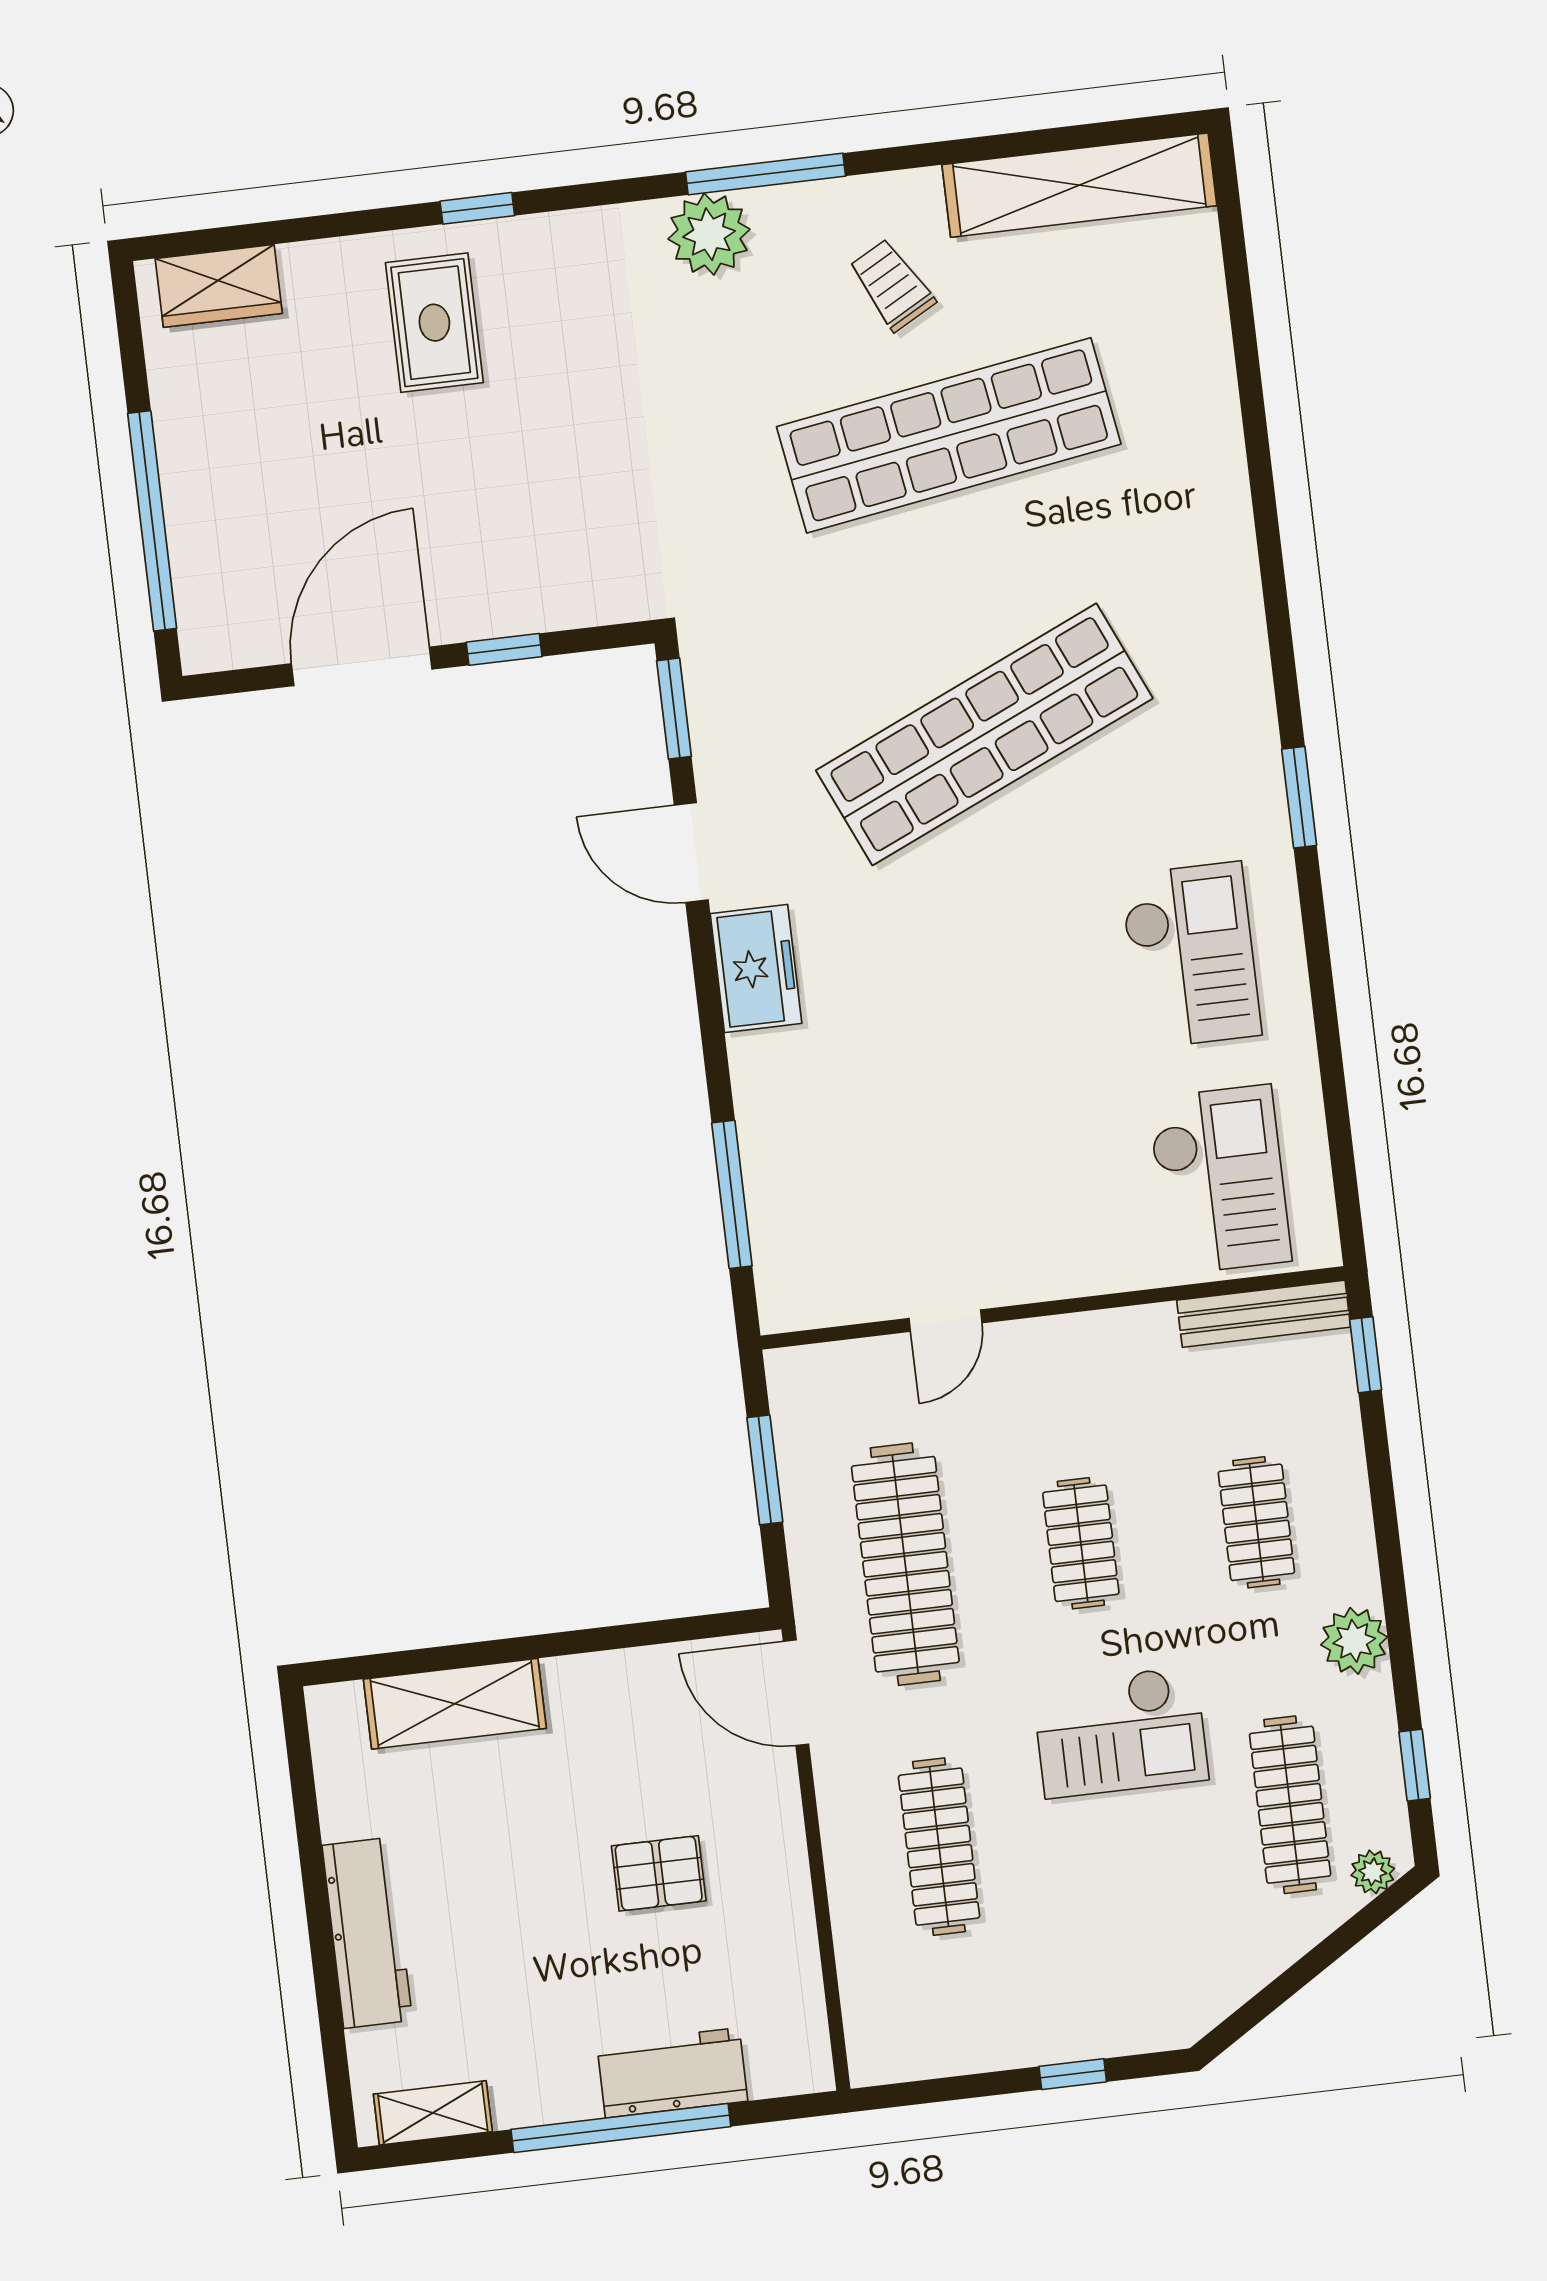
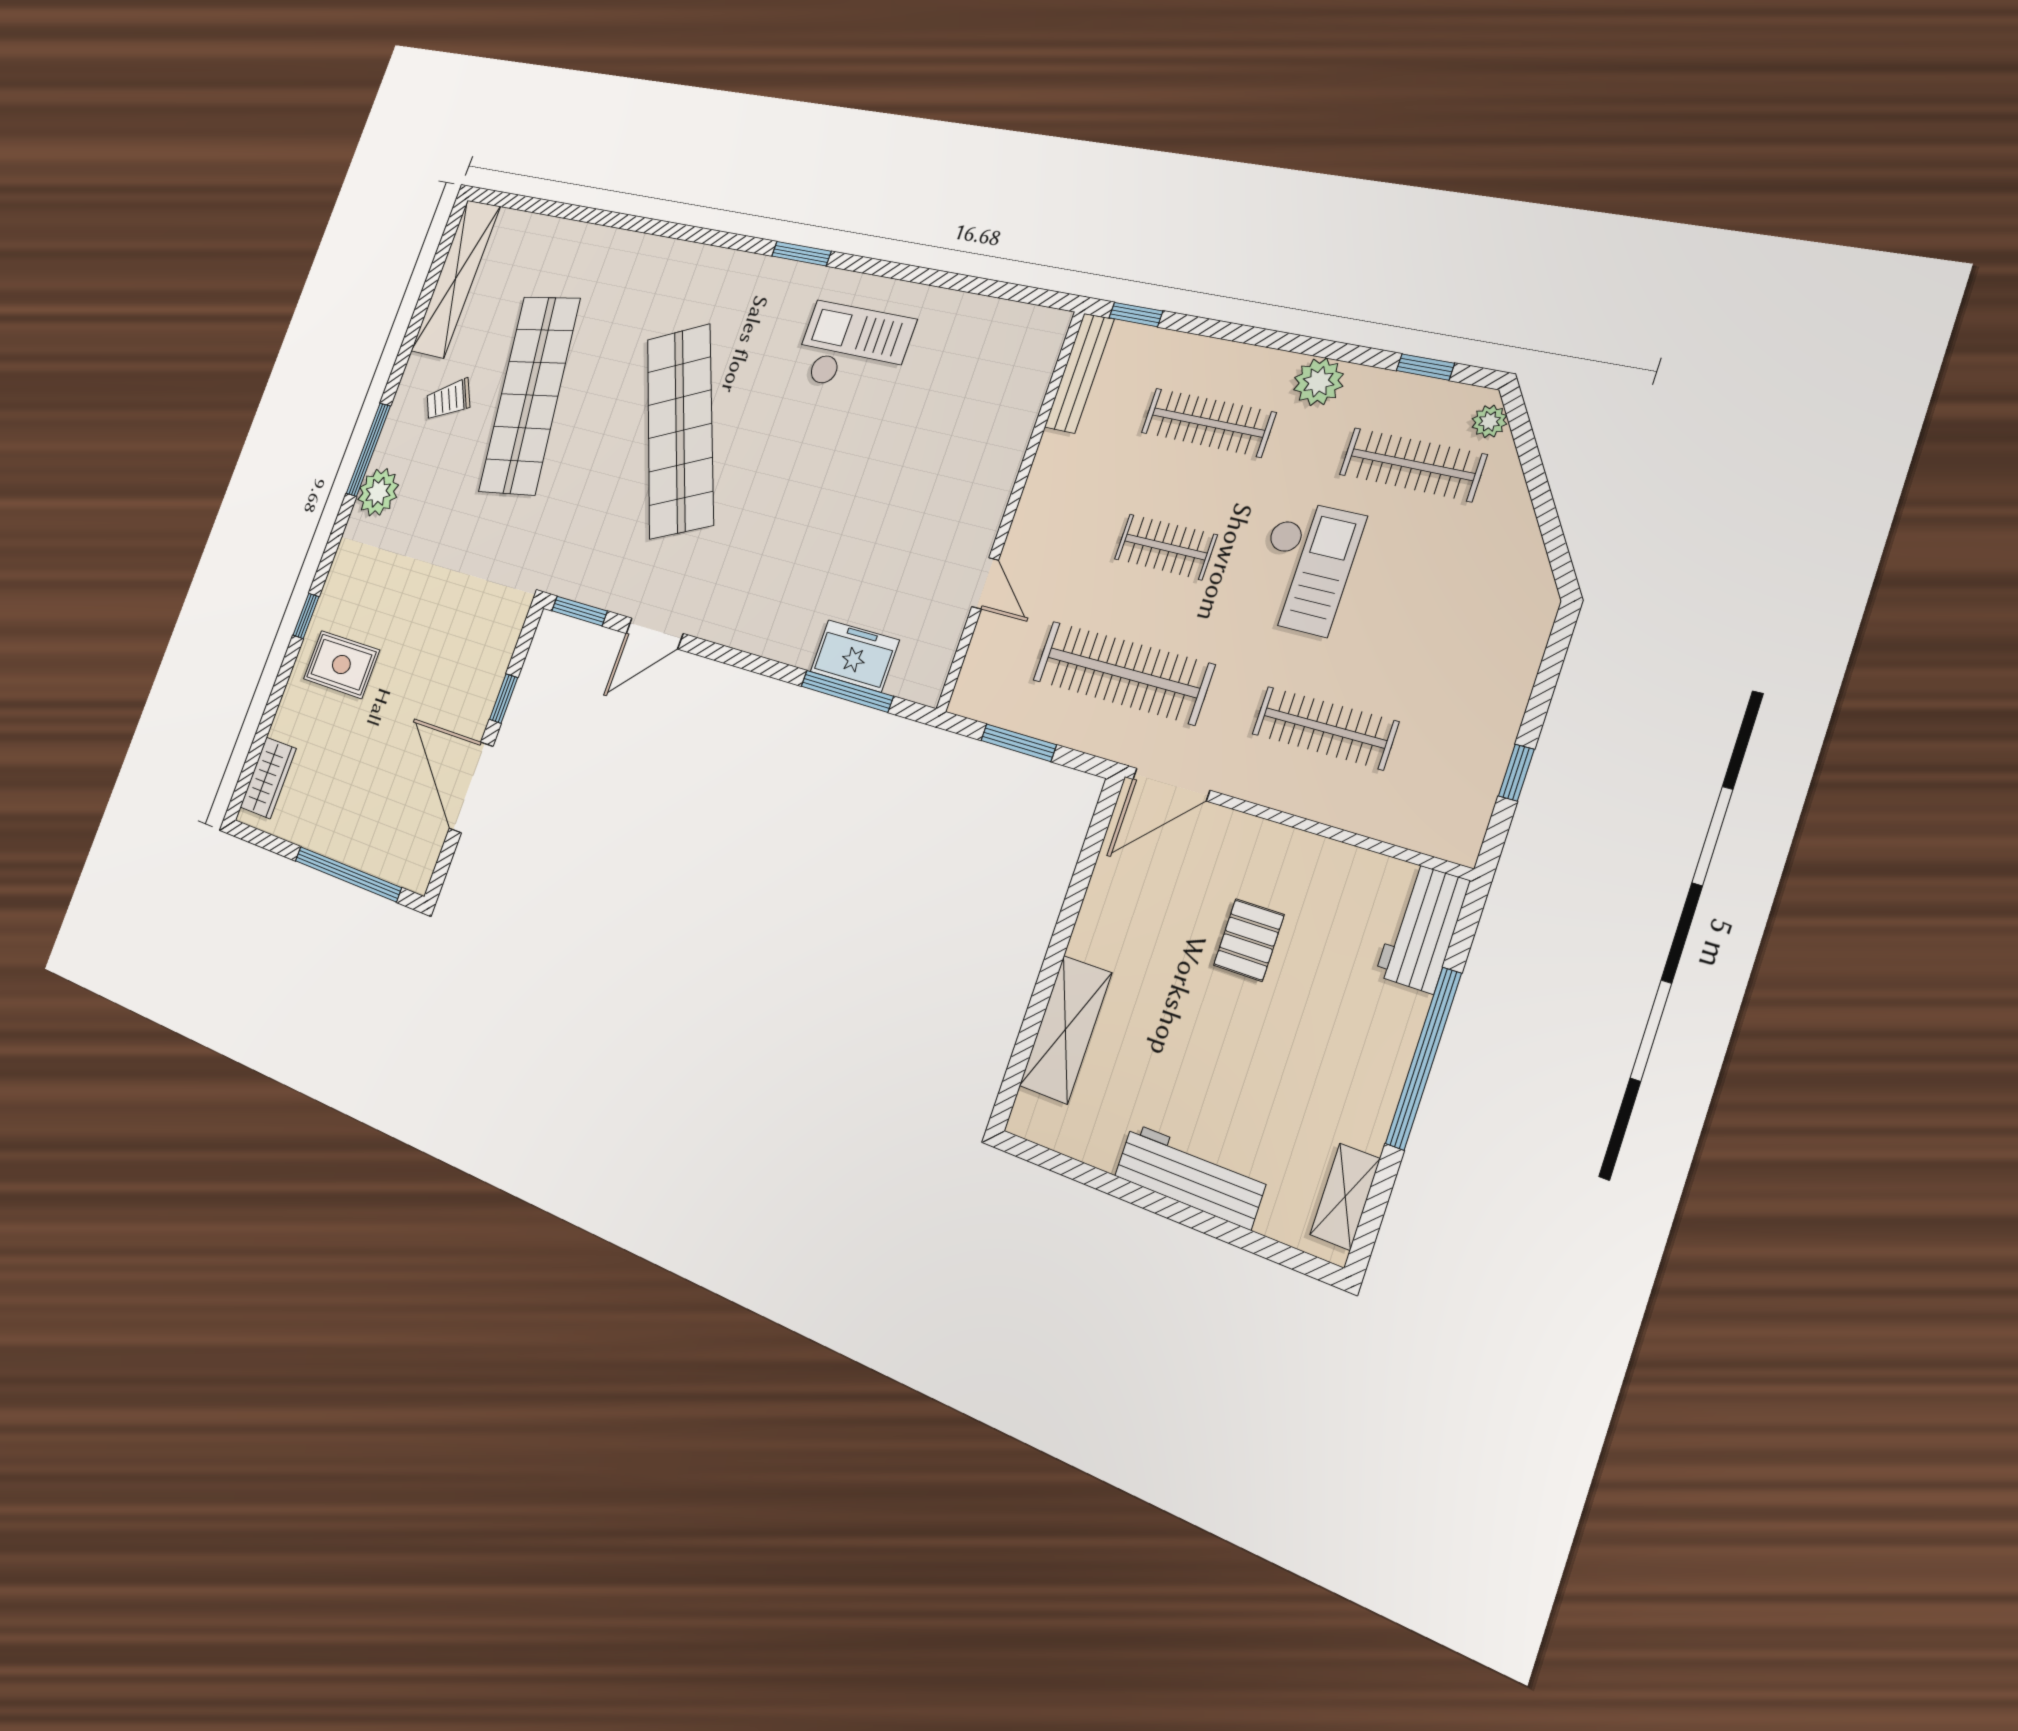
freezer: (756, 969) -> (855, 656), moved
checkout: (1219, 1180) -> (986, 374), removed
clothes rail: (1256, 1522) -> (1208, 423), width x1.36
workbench: (672, 2073) -> (1422, 928), moved
window: (1073, 2074) -> (1516, 773), moved

